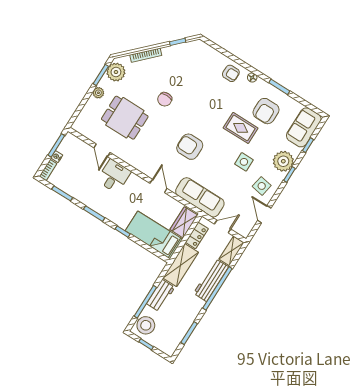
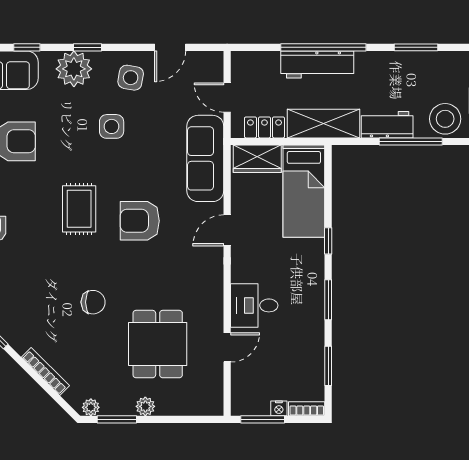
plant: (116, 72) -> (91, 407), width x0.53, depth x0.53
rug: (241, 128) -> (79, 209), moved
armchair: (190, 147) -> (140, 221), turned 90
shelving: (231, 251) -> (255, 62), removed

